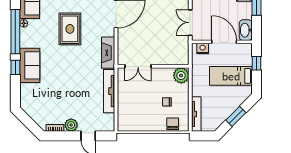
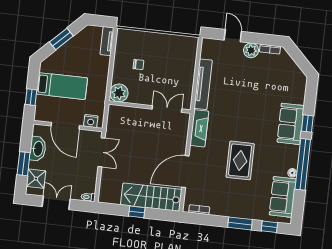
washbasin: (246, 30) -> (38, 149), moved
tv unit: (196, 114) -> (107, 41), width x0.71
chair: (173, 124) -> (135, 39), removed

